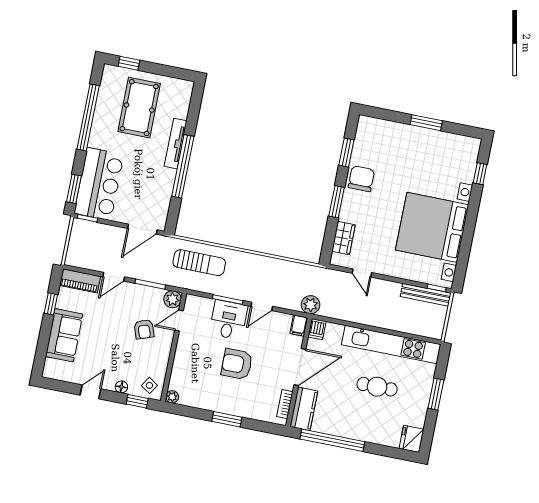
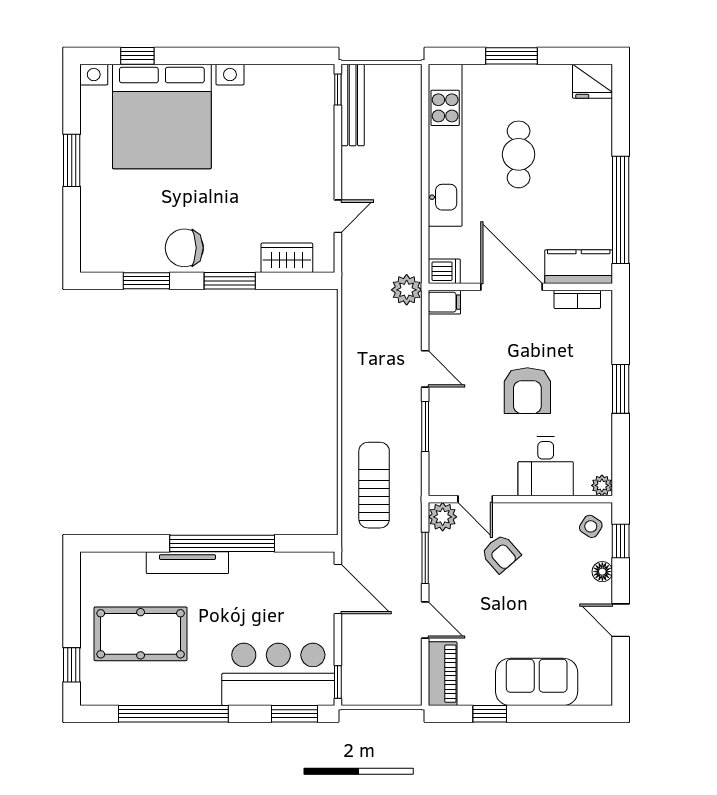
bed with nightstands: (432, 227) -> (162, 116), moved
desk: (228, 320) -> (546, 466), moved, turned -90
armchair: (144, 329) -> (501, 554), turned 68

